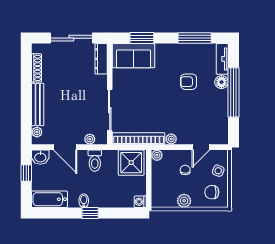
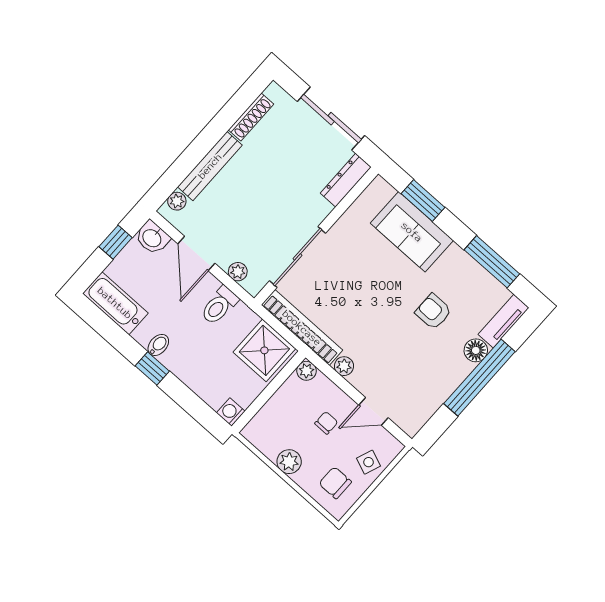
sofa: (134, 56) -> (412, 232), moved

